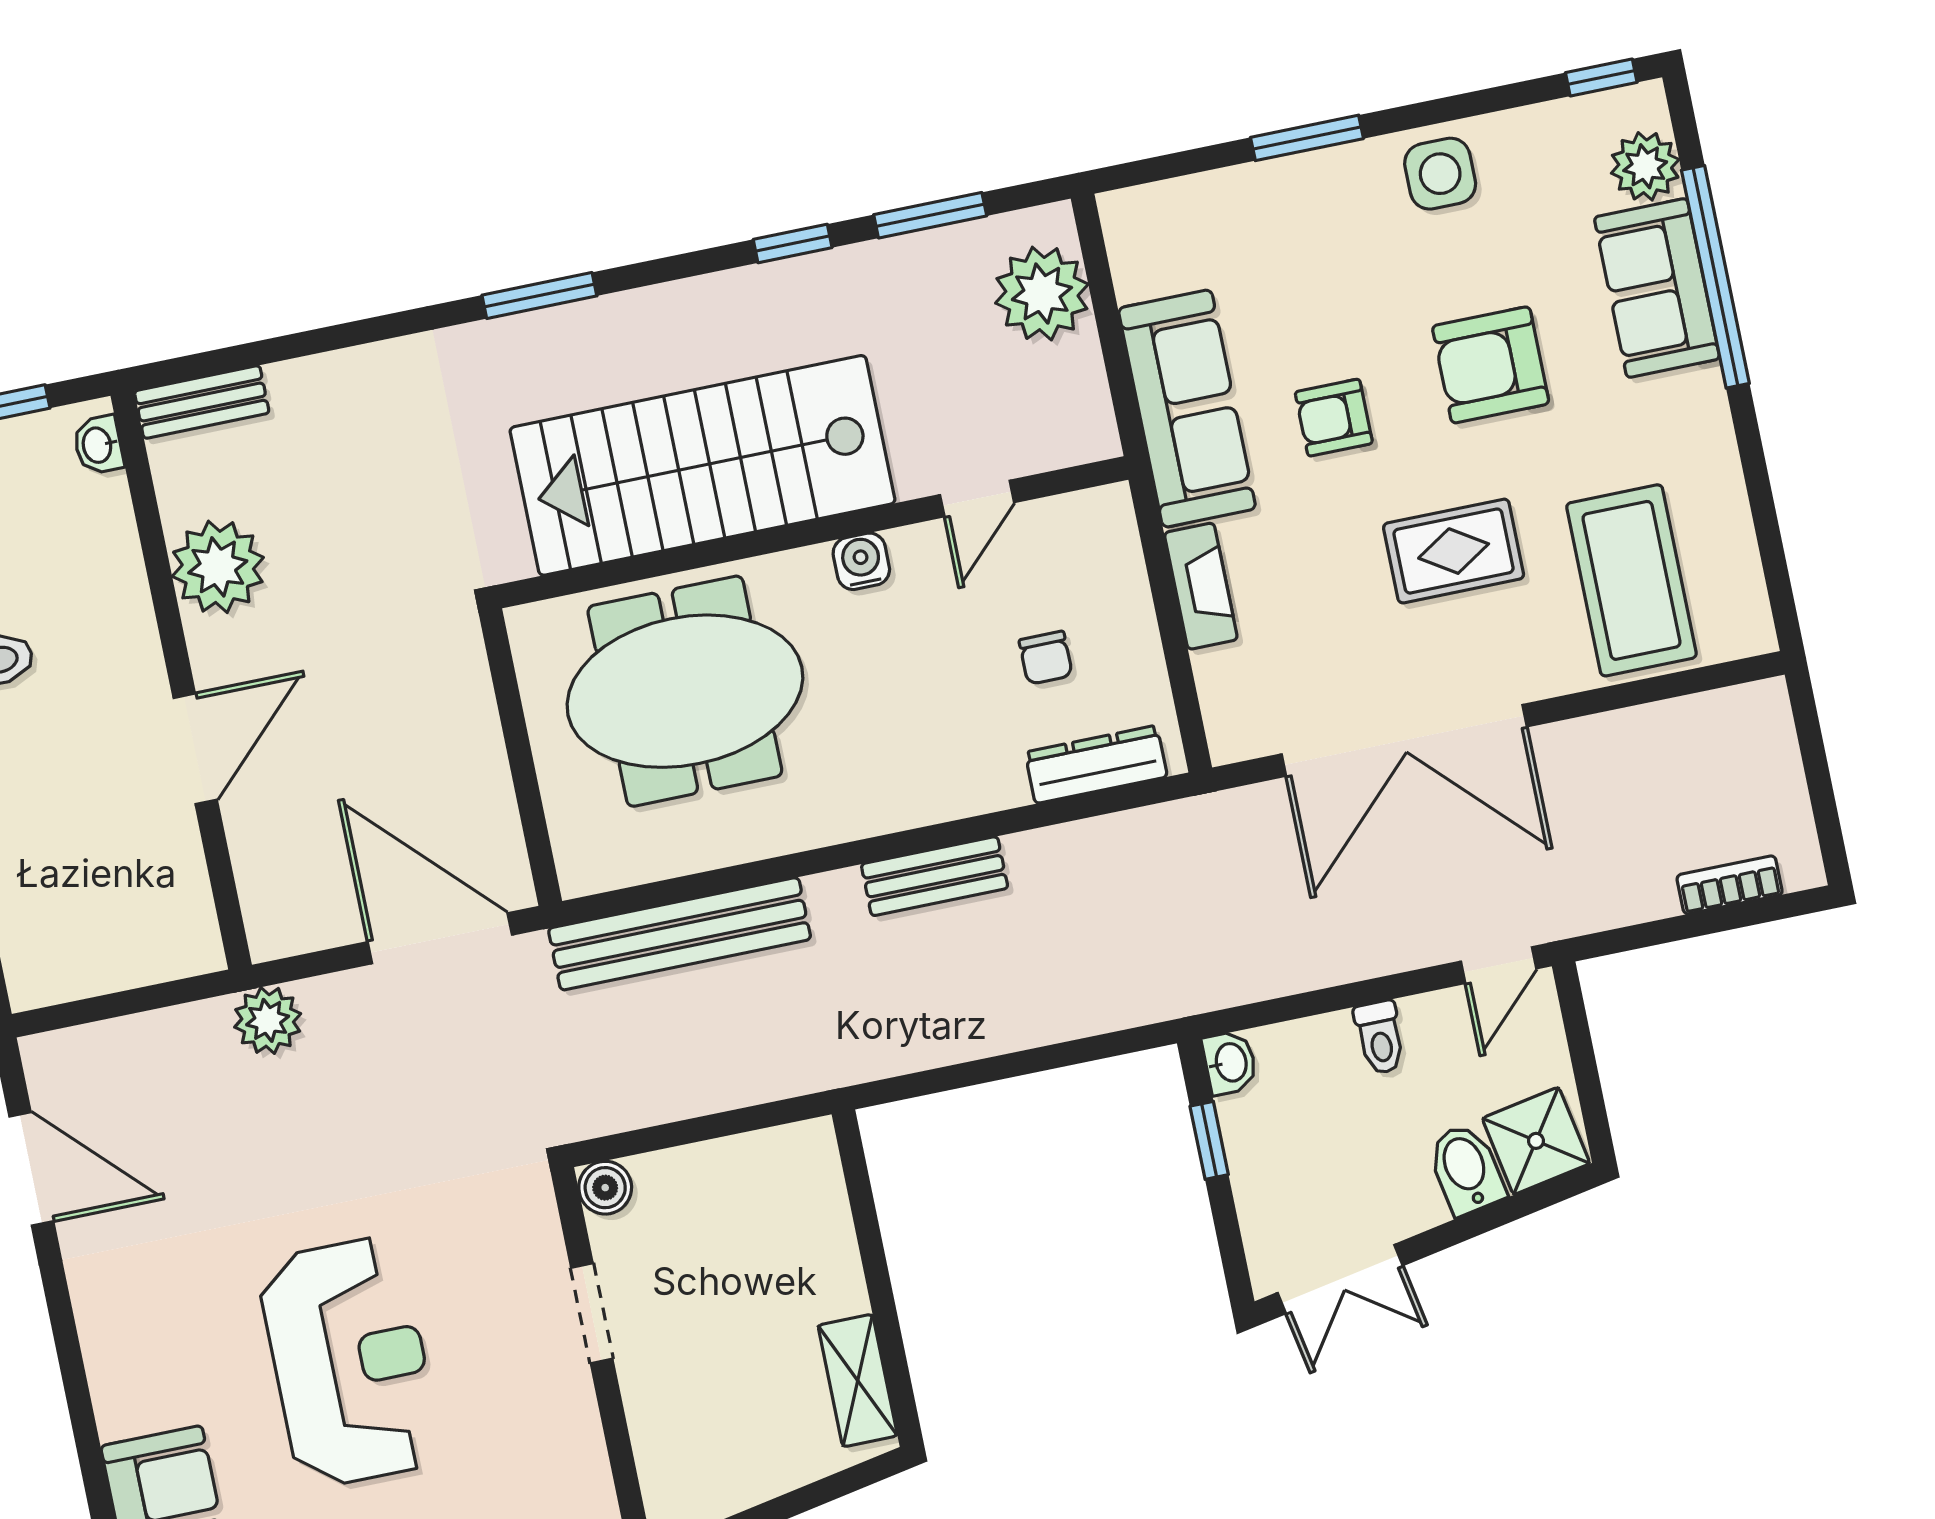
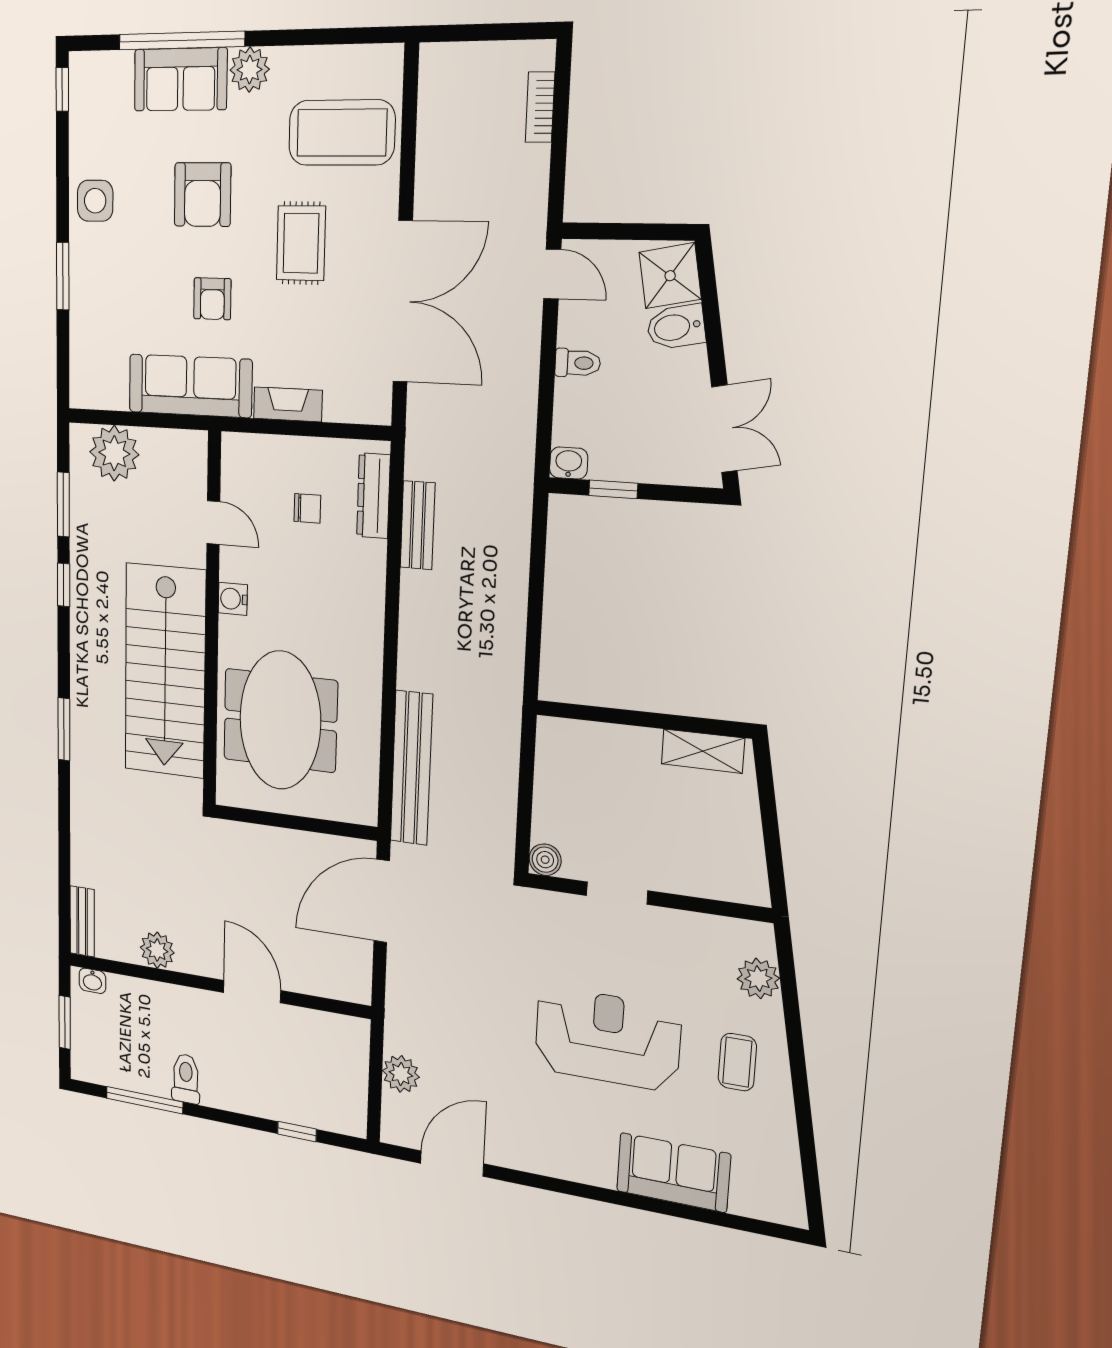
plant: (1645, 166) -> (250, 70), moved
plant: (218, 567) -> (157, 950), width x0.73, depth x0.73
bench: (935, 876) -> (418, 525), moved
plant: (268, 1020) -> (401, 1074), moved

